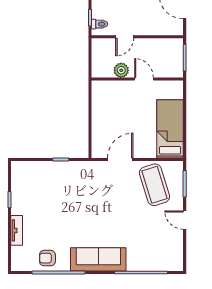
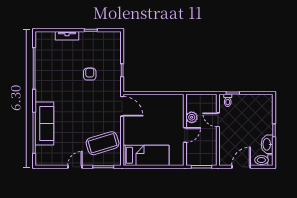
door: (120, 160) -> (122, 106), moved
armchair: (47, 258) -> (90, 74), moved
sofa: (98, 259) -> (44, 123), moved

